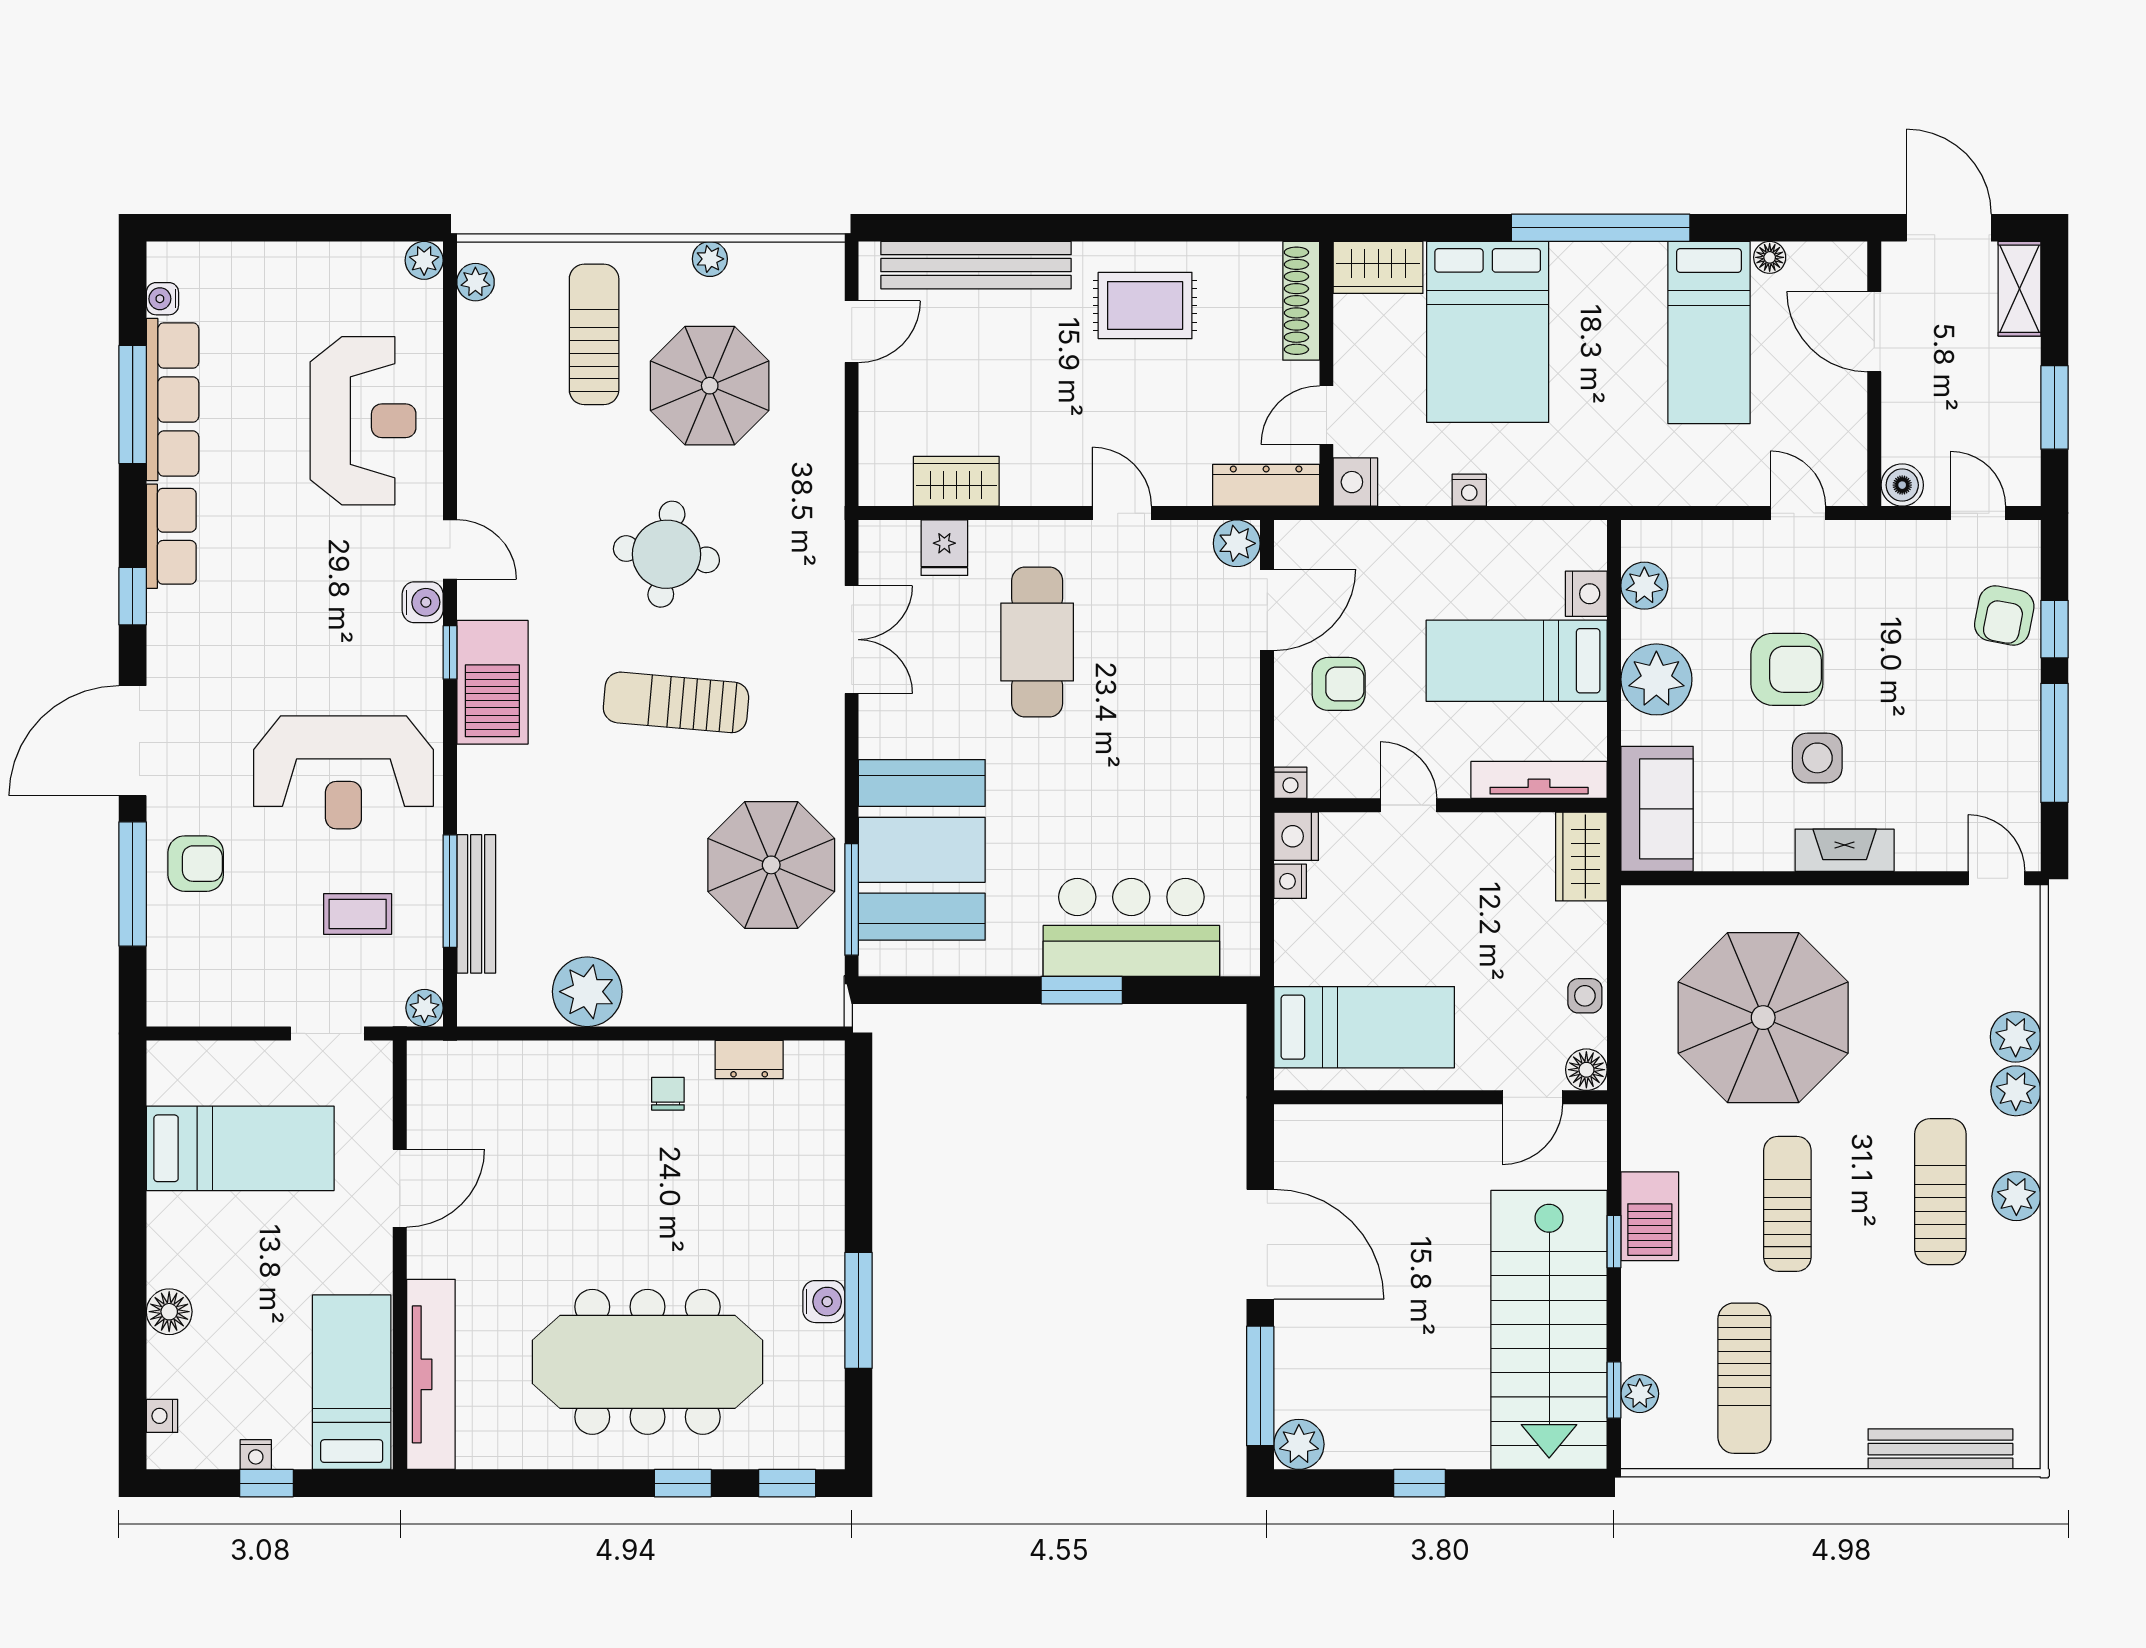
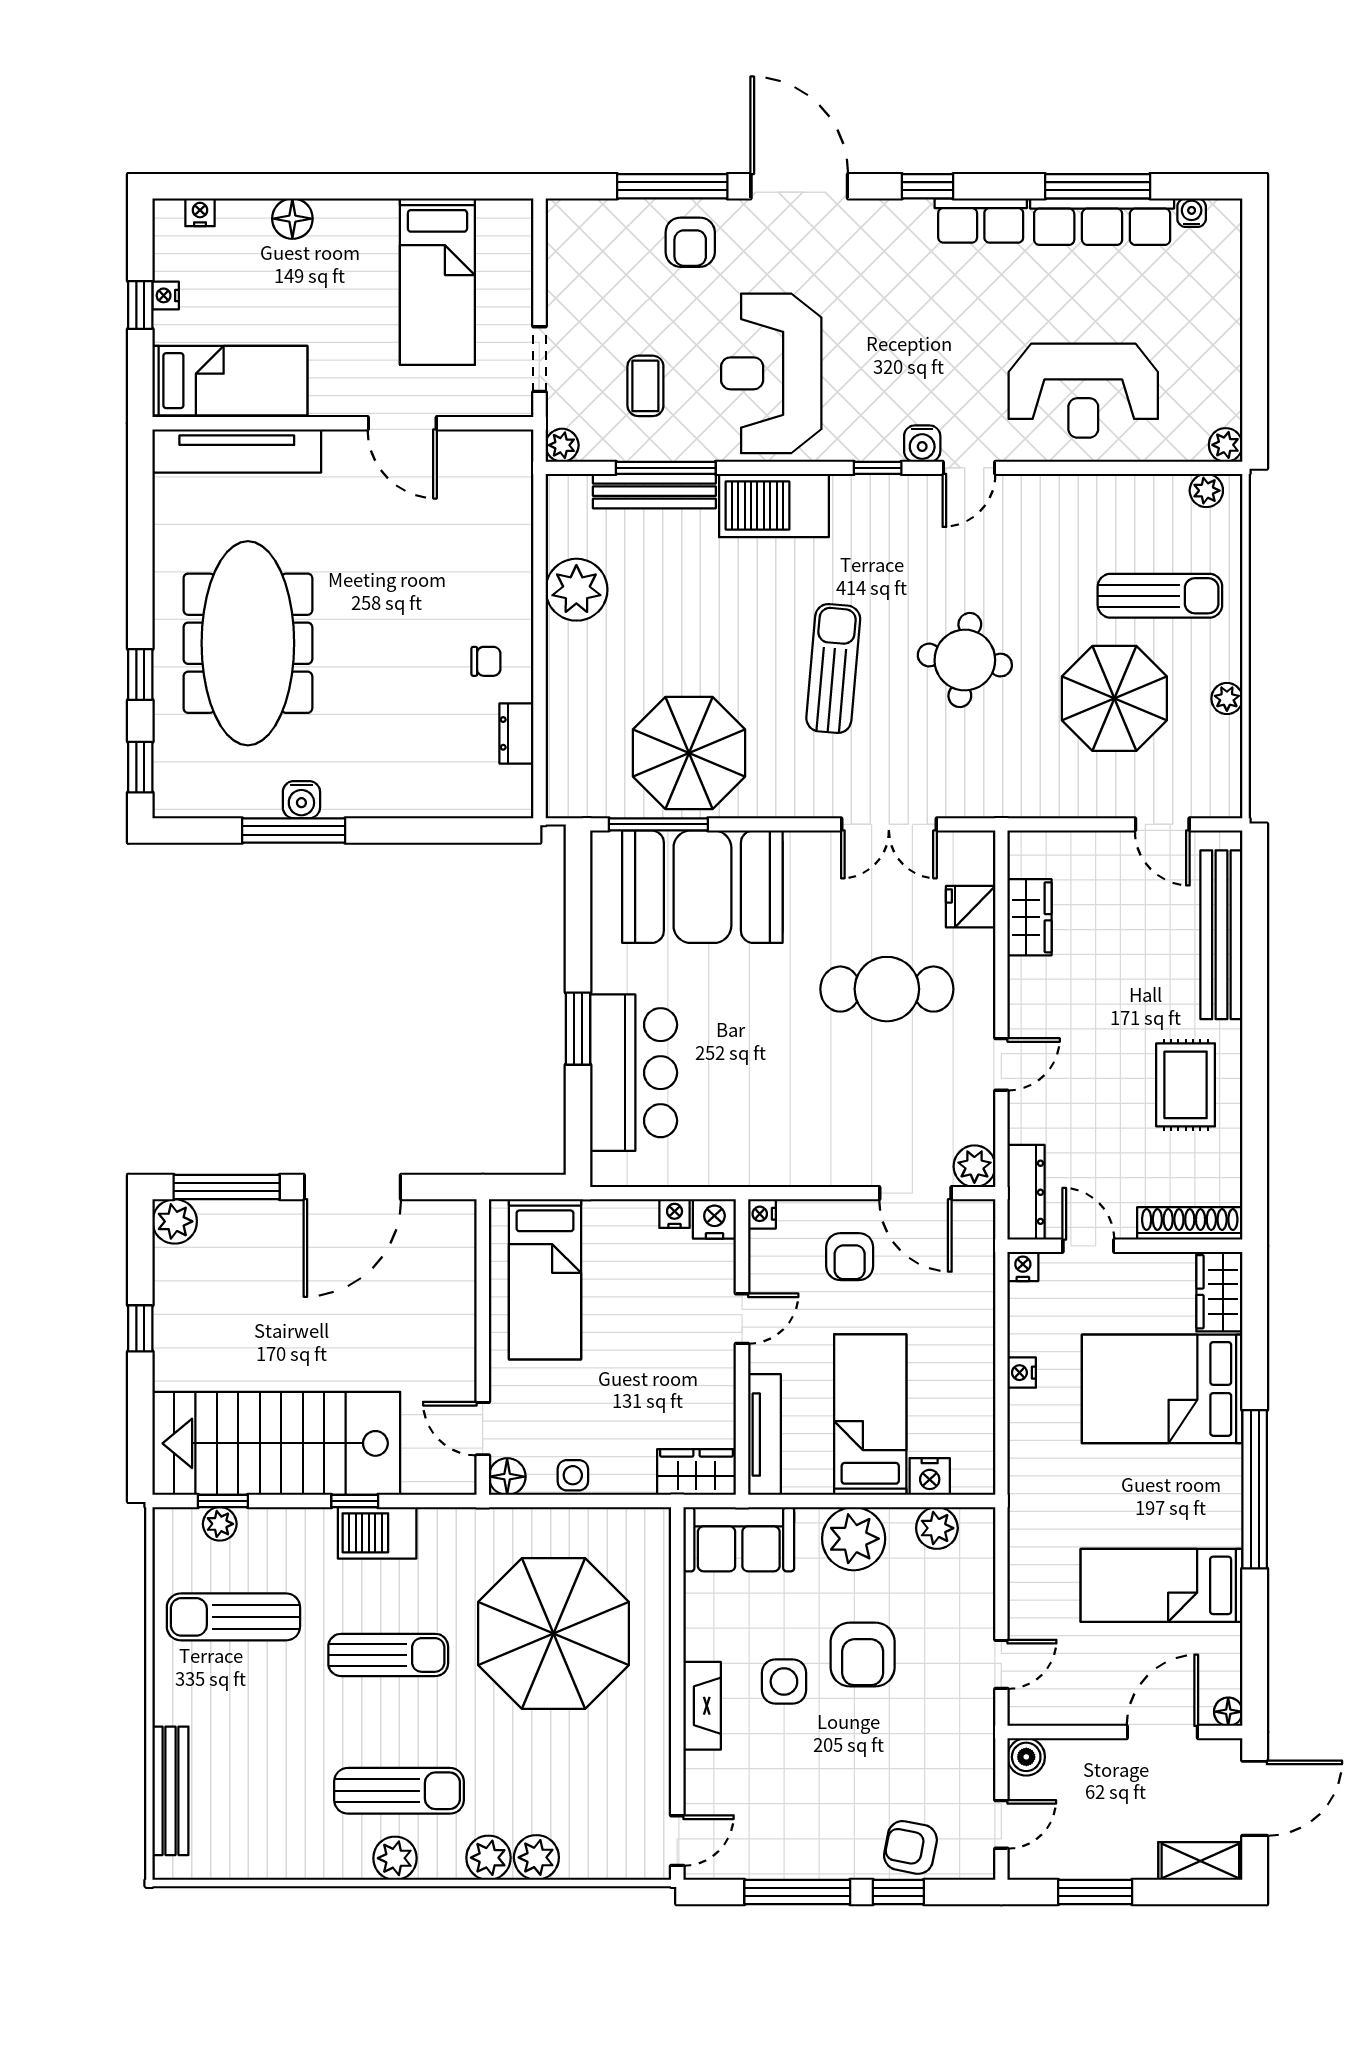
floor lamp: (1770, 257) -> (1228, 1712), moved
nightstand: (1355, 482) -> (1023, 1266), width x0.72, depth x0.74
barbecue: (492, 682) -> (774, 506), moved

